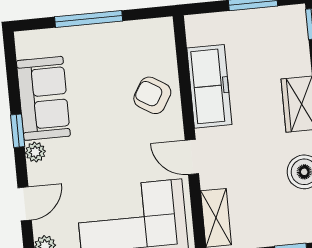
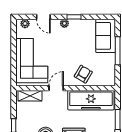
freezer: (209, 86) -> (91, 100), width x1.36, depth x1.26
sofa: (43, 98) -> (106, 36), moved, turned 90

